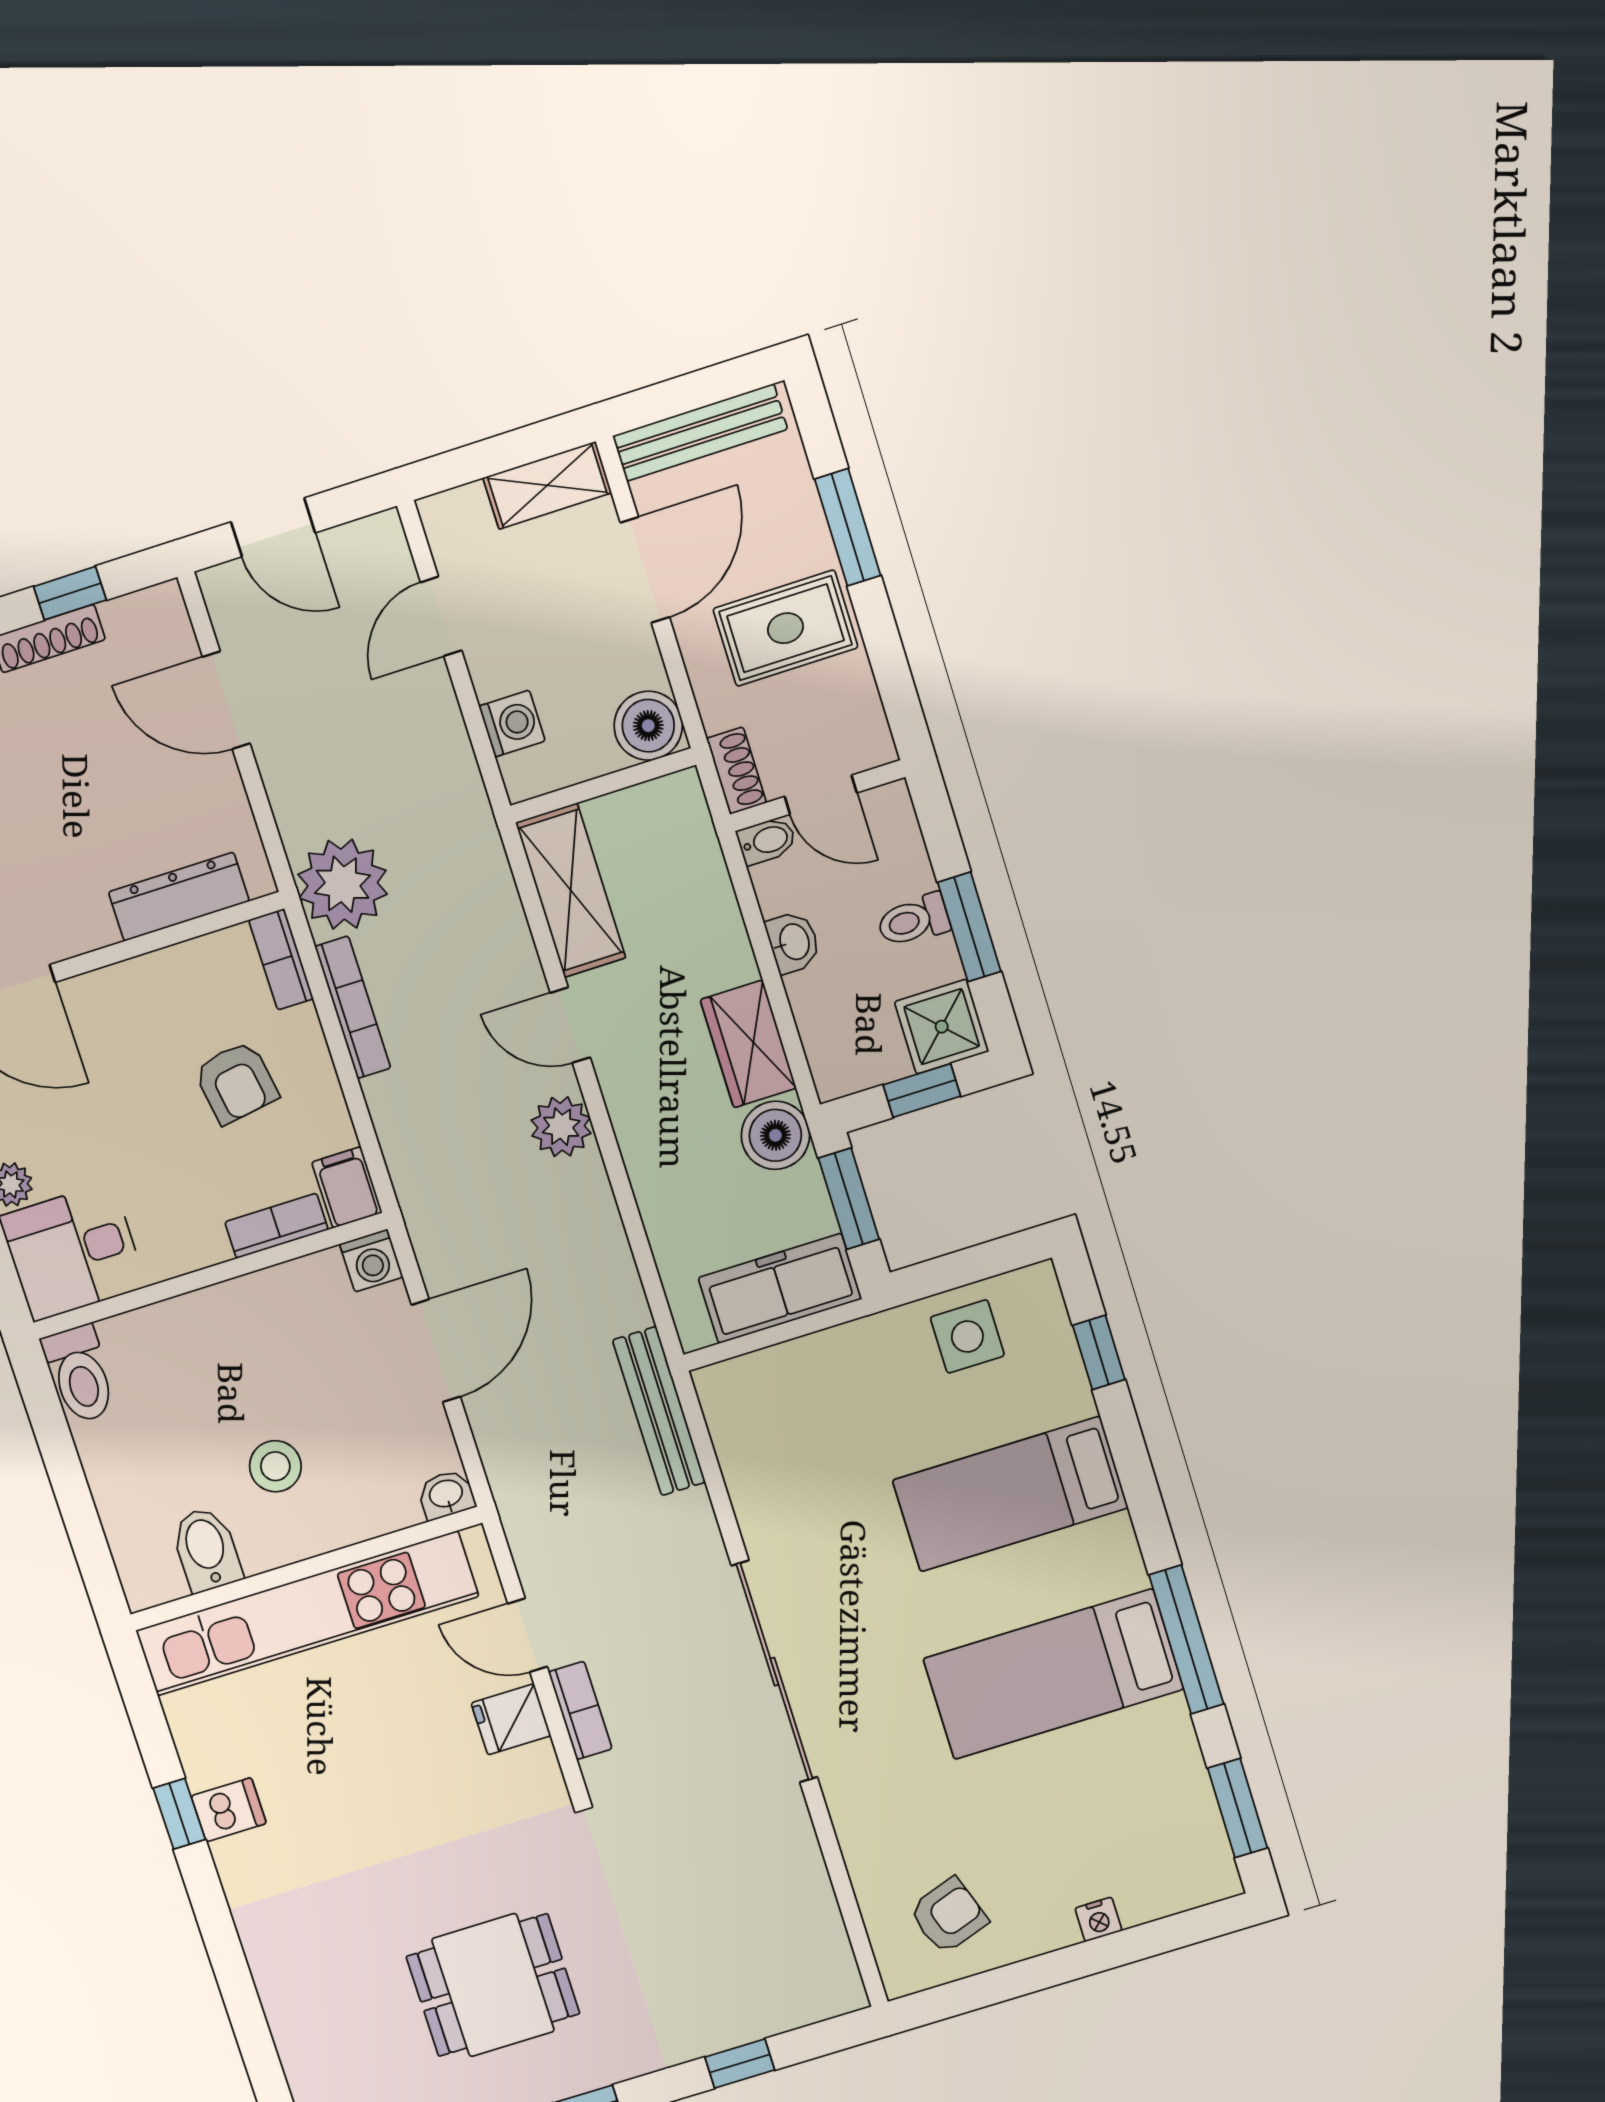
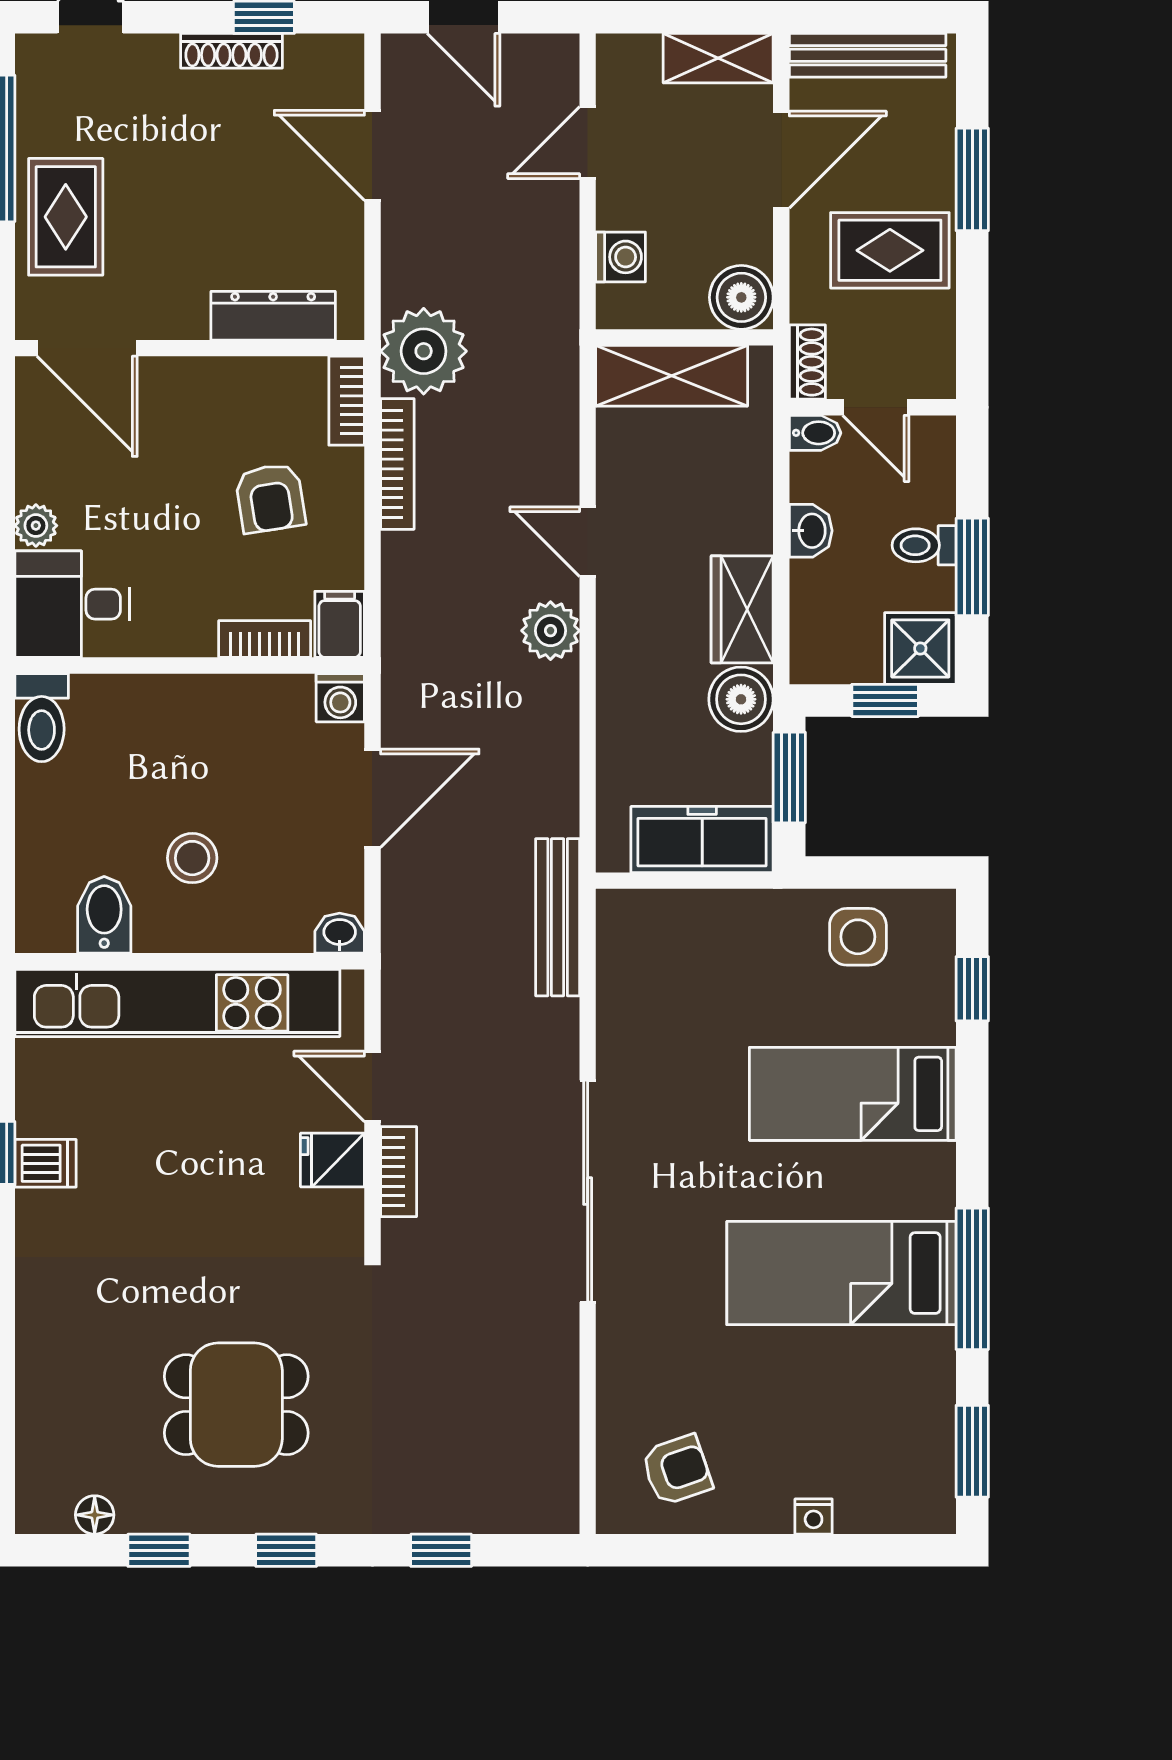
shelving: (571, 890) -> (672, 376), moved, turned 90

